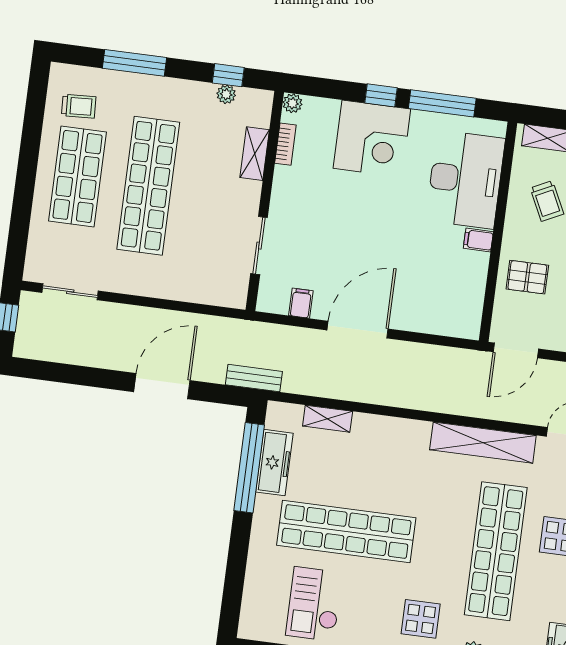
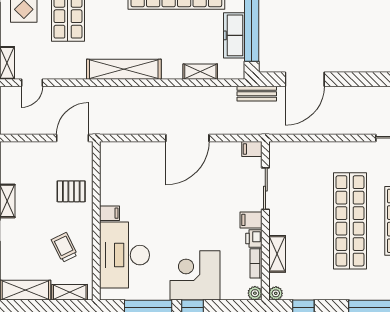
plant: (226, 94) -> (276, 293), moved
printer: (284, 179) -> (254, 238), added
filing cabinet: (285, 205) -> (251, 220), added
filing cabinet: (301, 303) -> (252, 149), moved, turned 90
door: (162, 386) -> (305, 79), moved
shelving: (483, 443) -> (124, 69), moved

